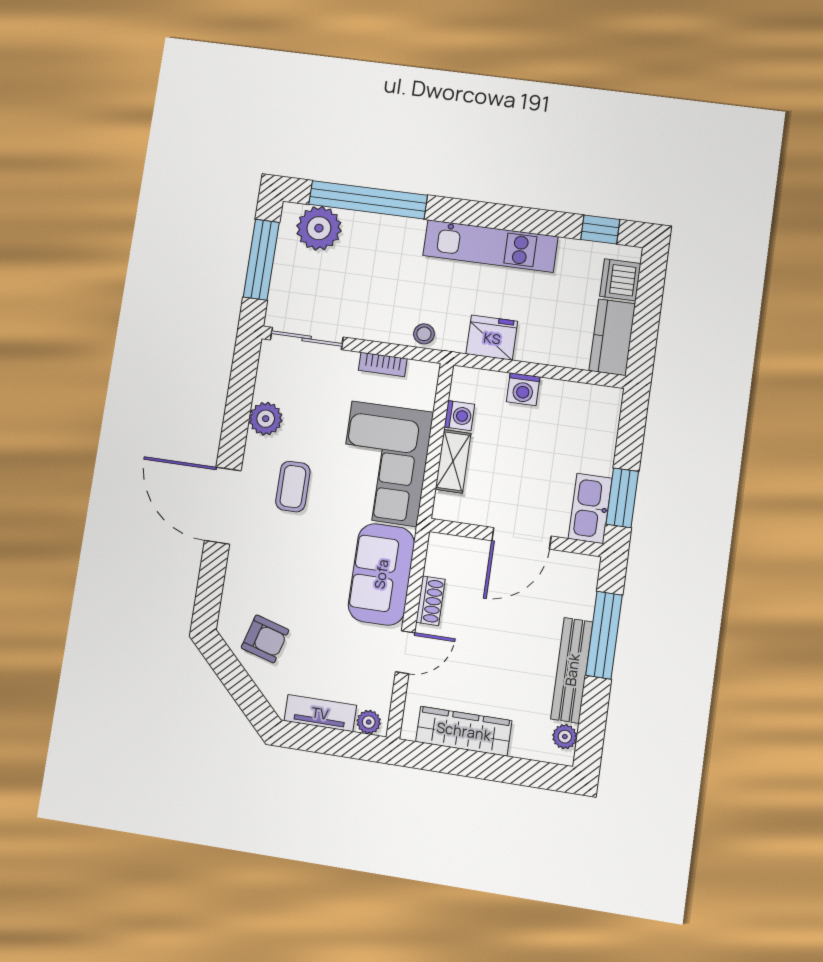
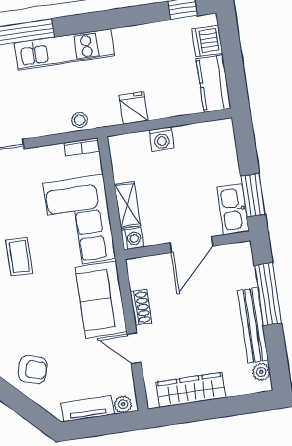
kitchen unit: (490, 246) -> (64, 49), moved
fridge: (492, 338) -> (133, 108), width x0.72
bookcase: (383, 364) -> (82, 147), moved
washing machine: (459, 416) -> (132, 239), moved
door: (405, 652) -> (134, 348), swing flipped

